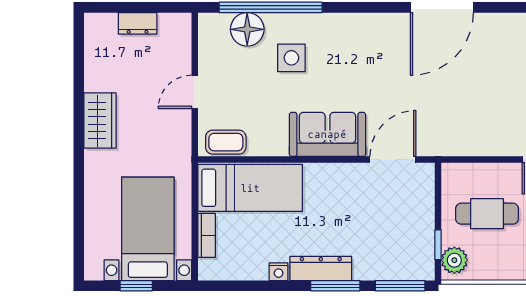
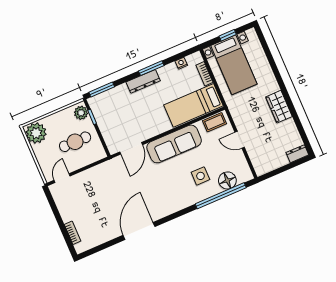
dresser: (138, 23) -> (297, 154), moved
door: (195, 92) -> (240, 140), swing flipped
sofa: (327, 134) -> (174, 144), width x1.36
nightstand: (279, 272) -> (181, 63), moved
window: (335, 286) -> (151, 68), moved

